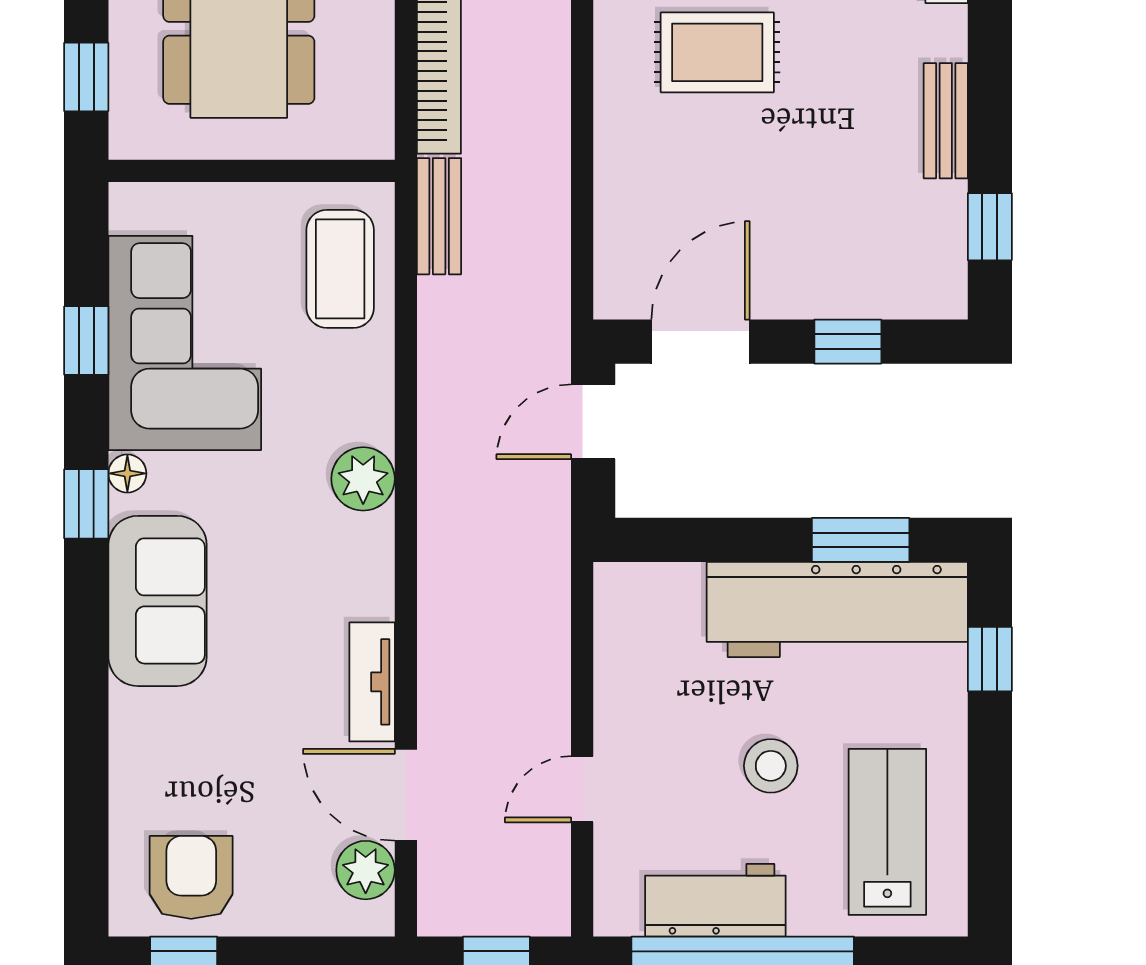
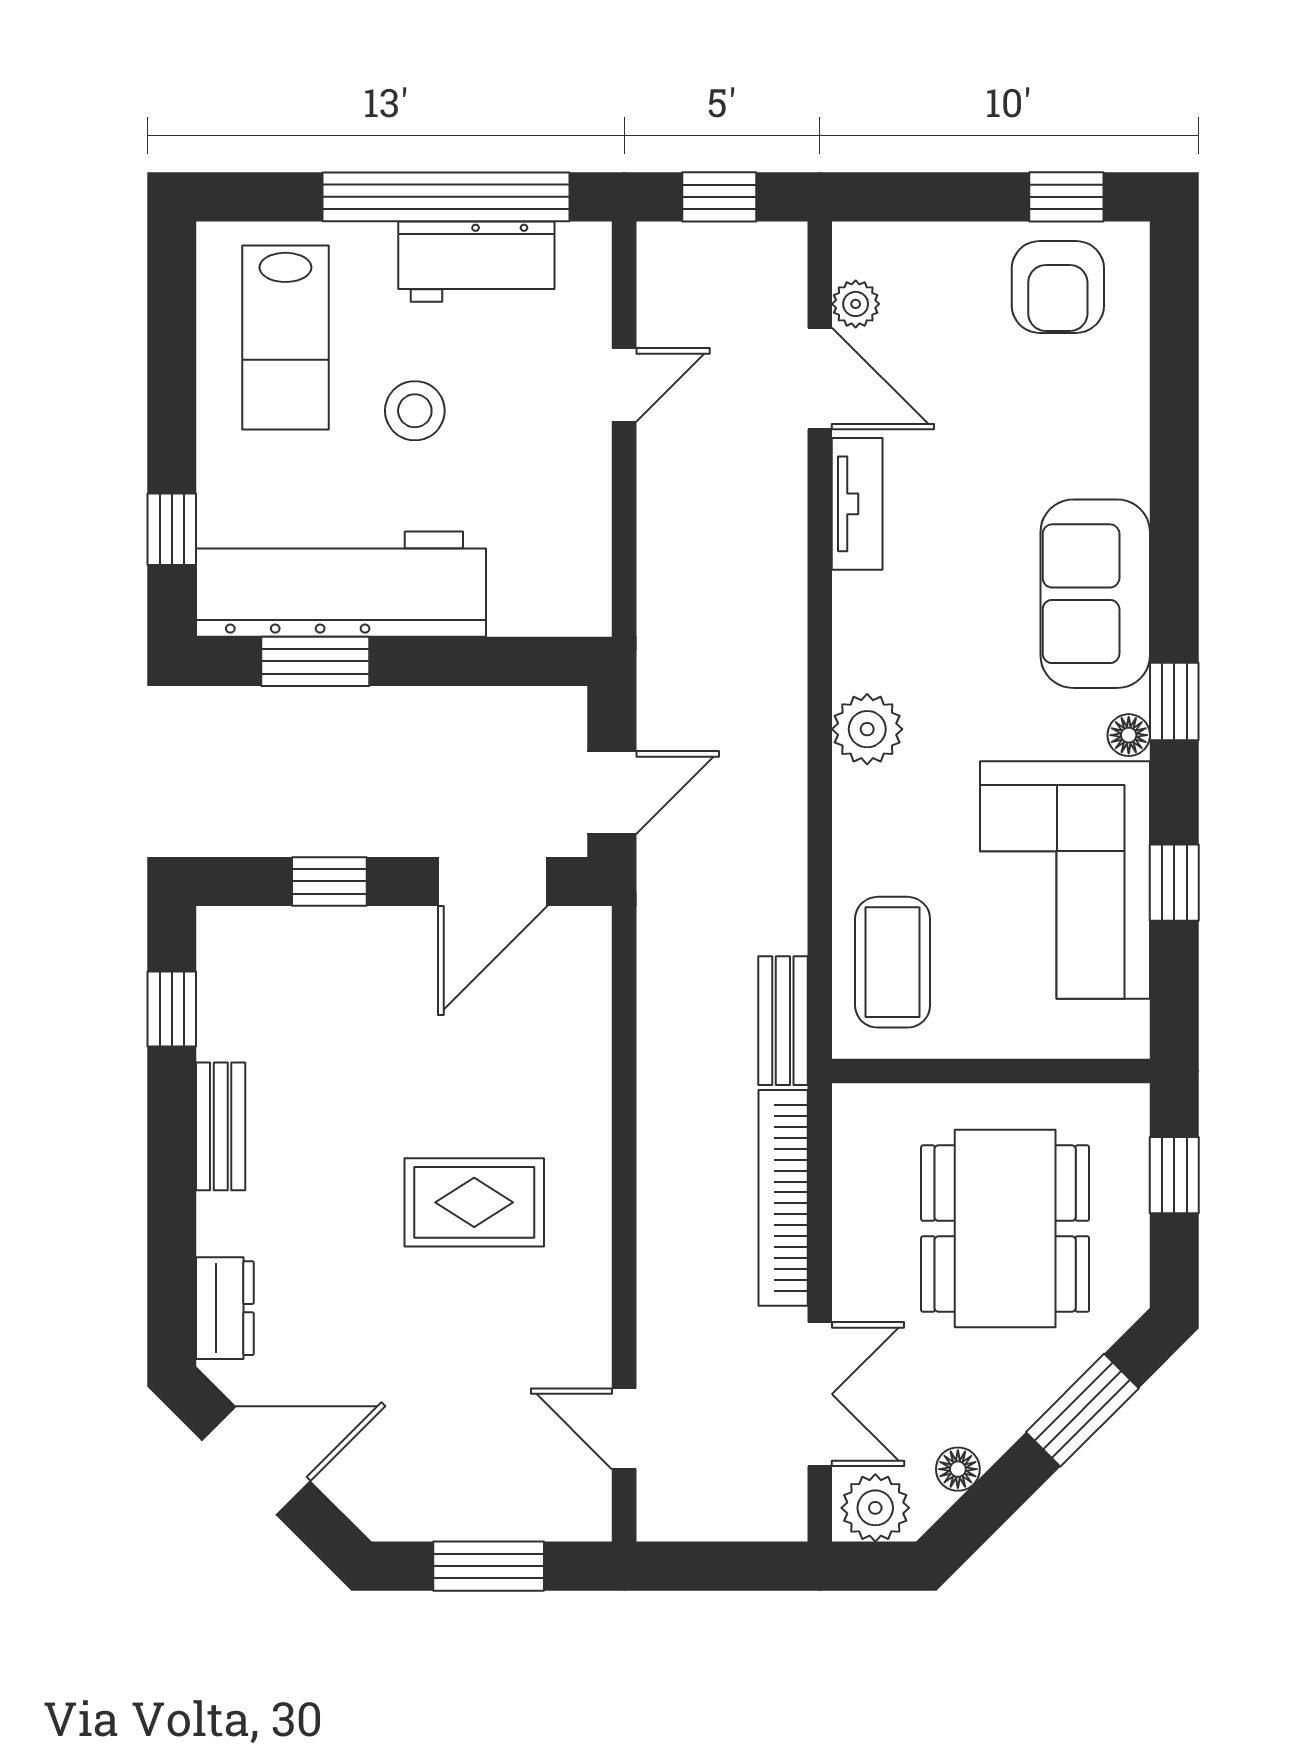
plant: (366, 870) -> (856, 304), width x0.73, depth x0.73

